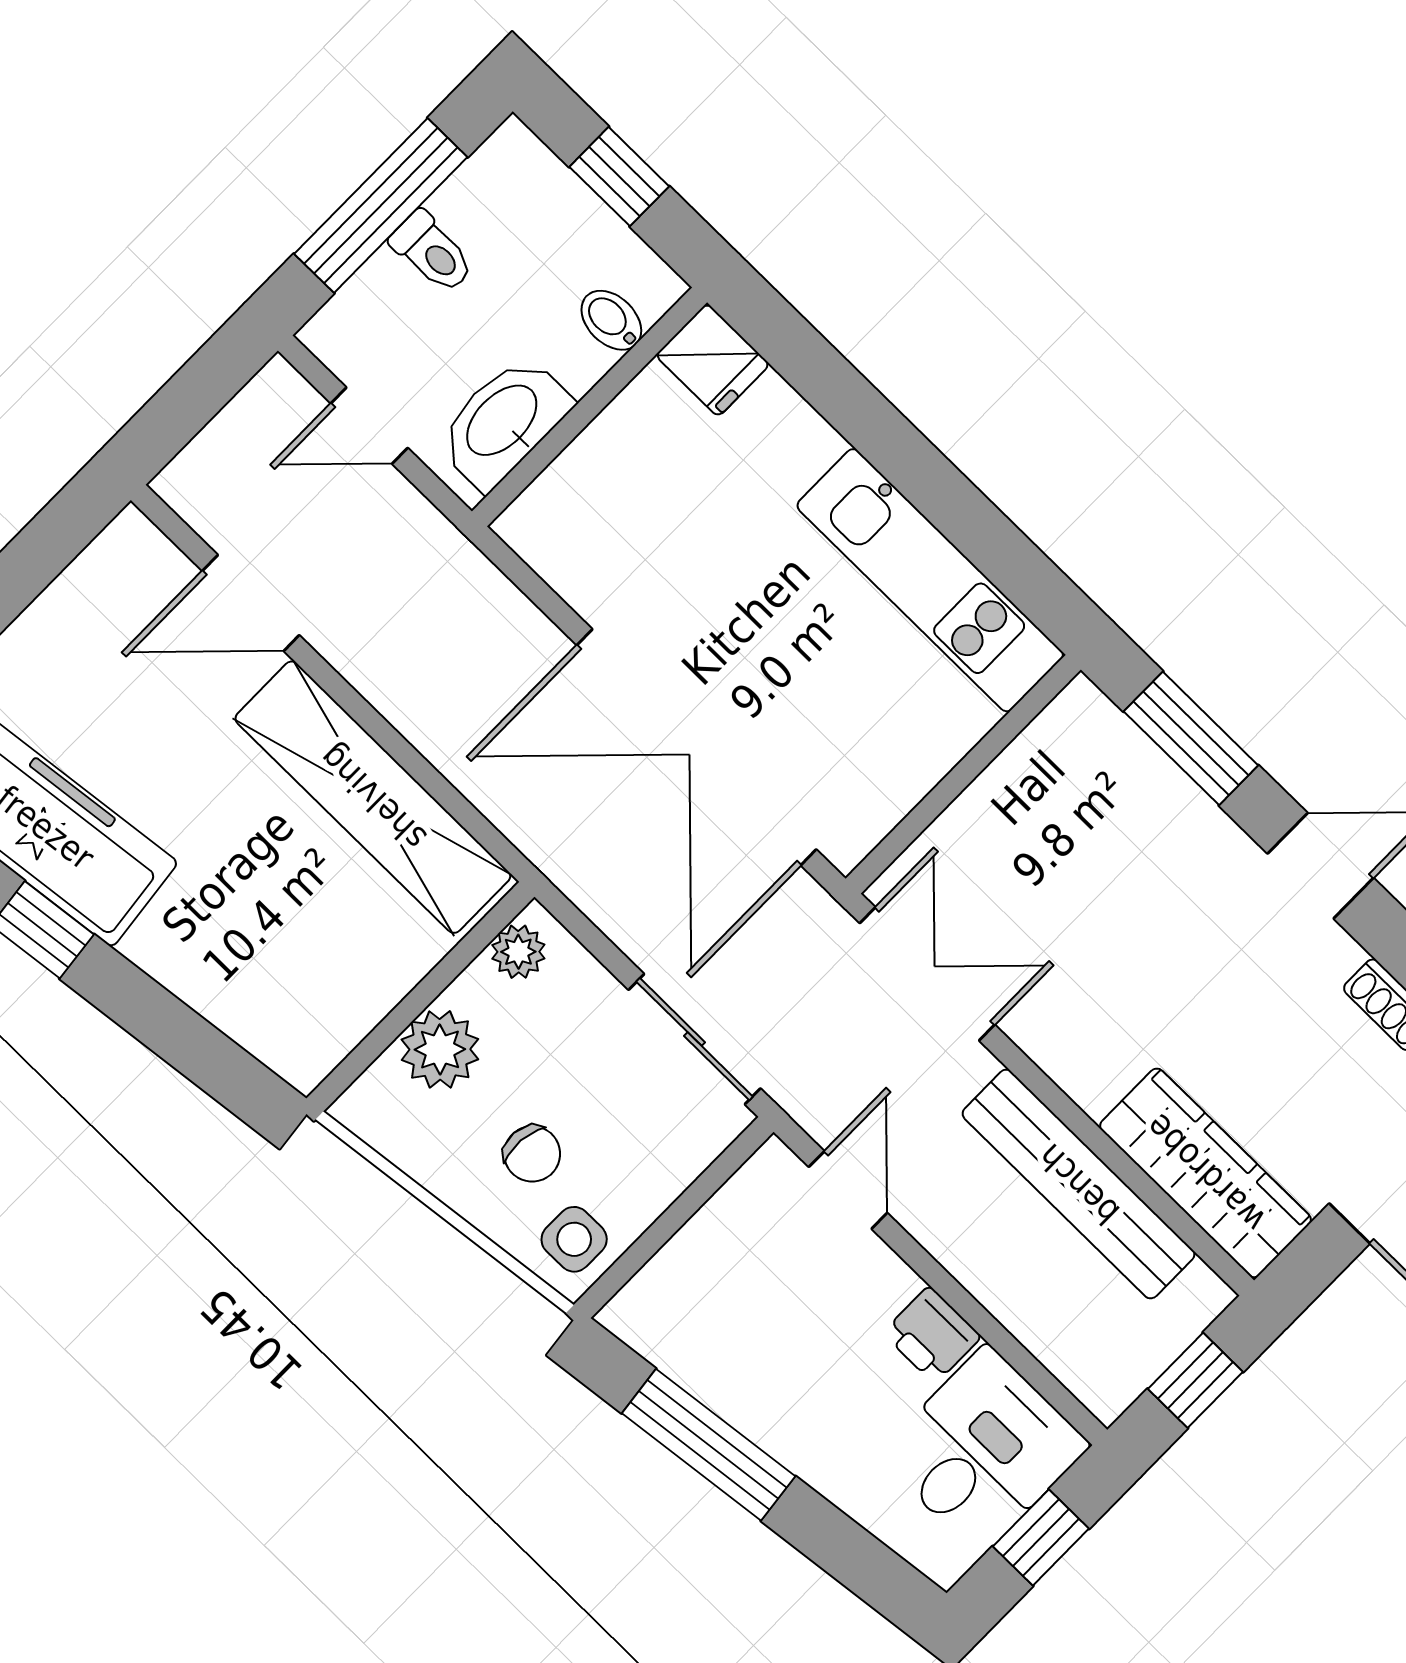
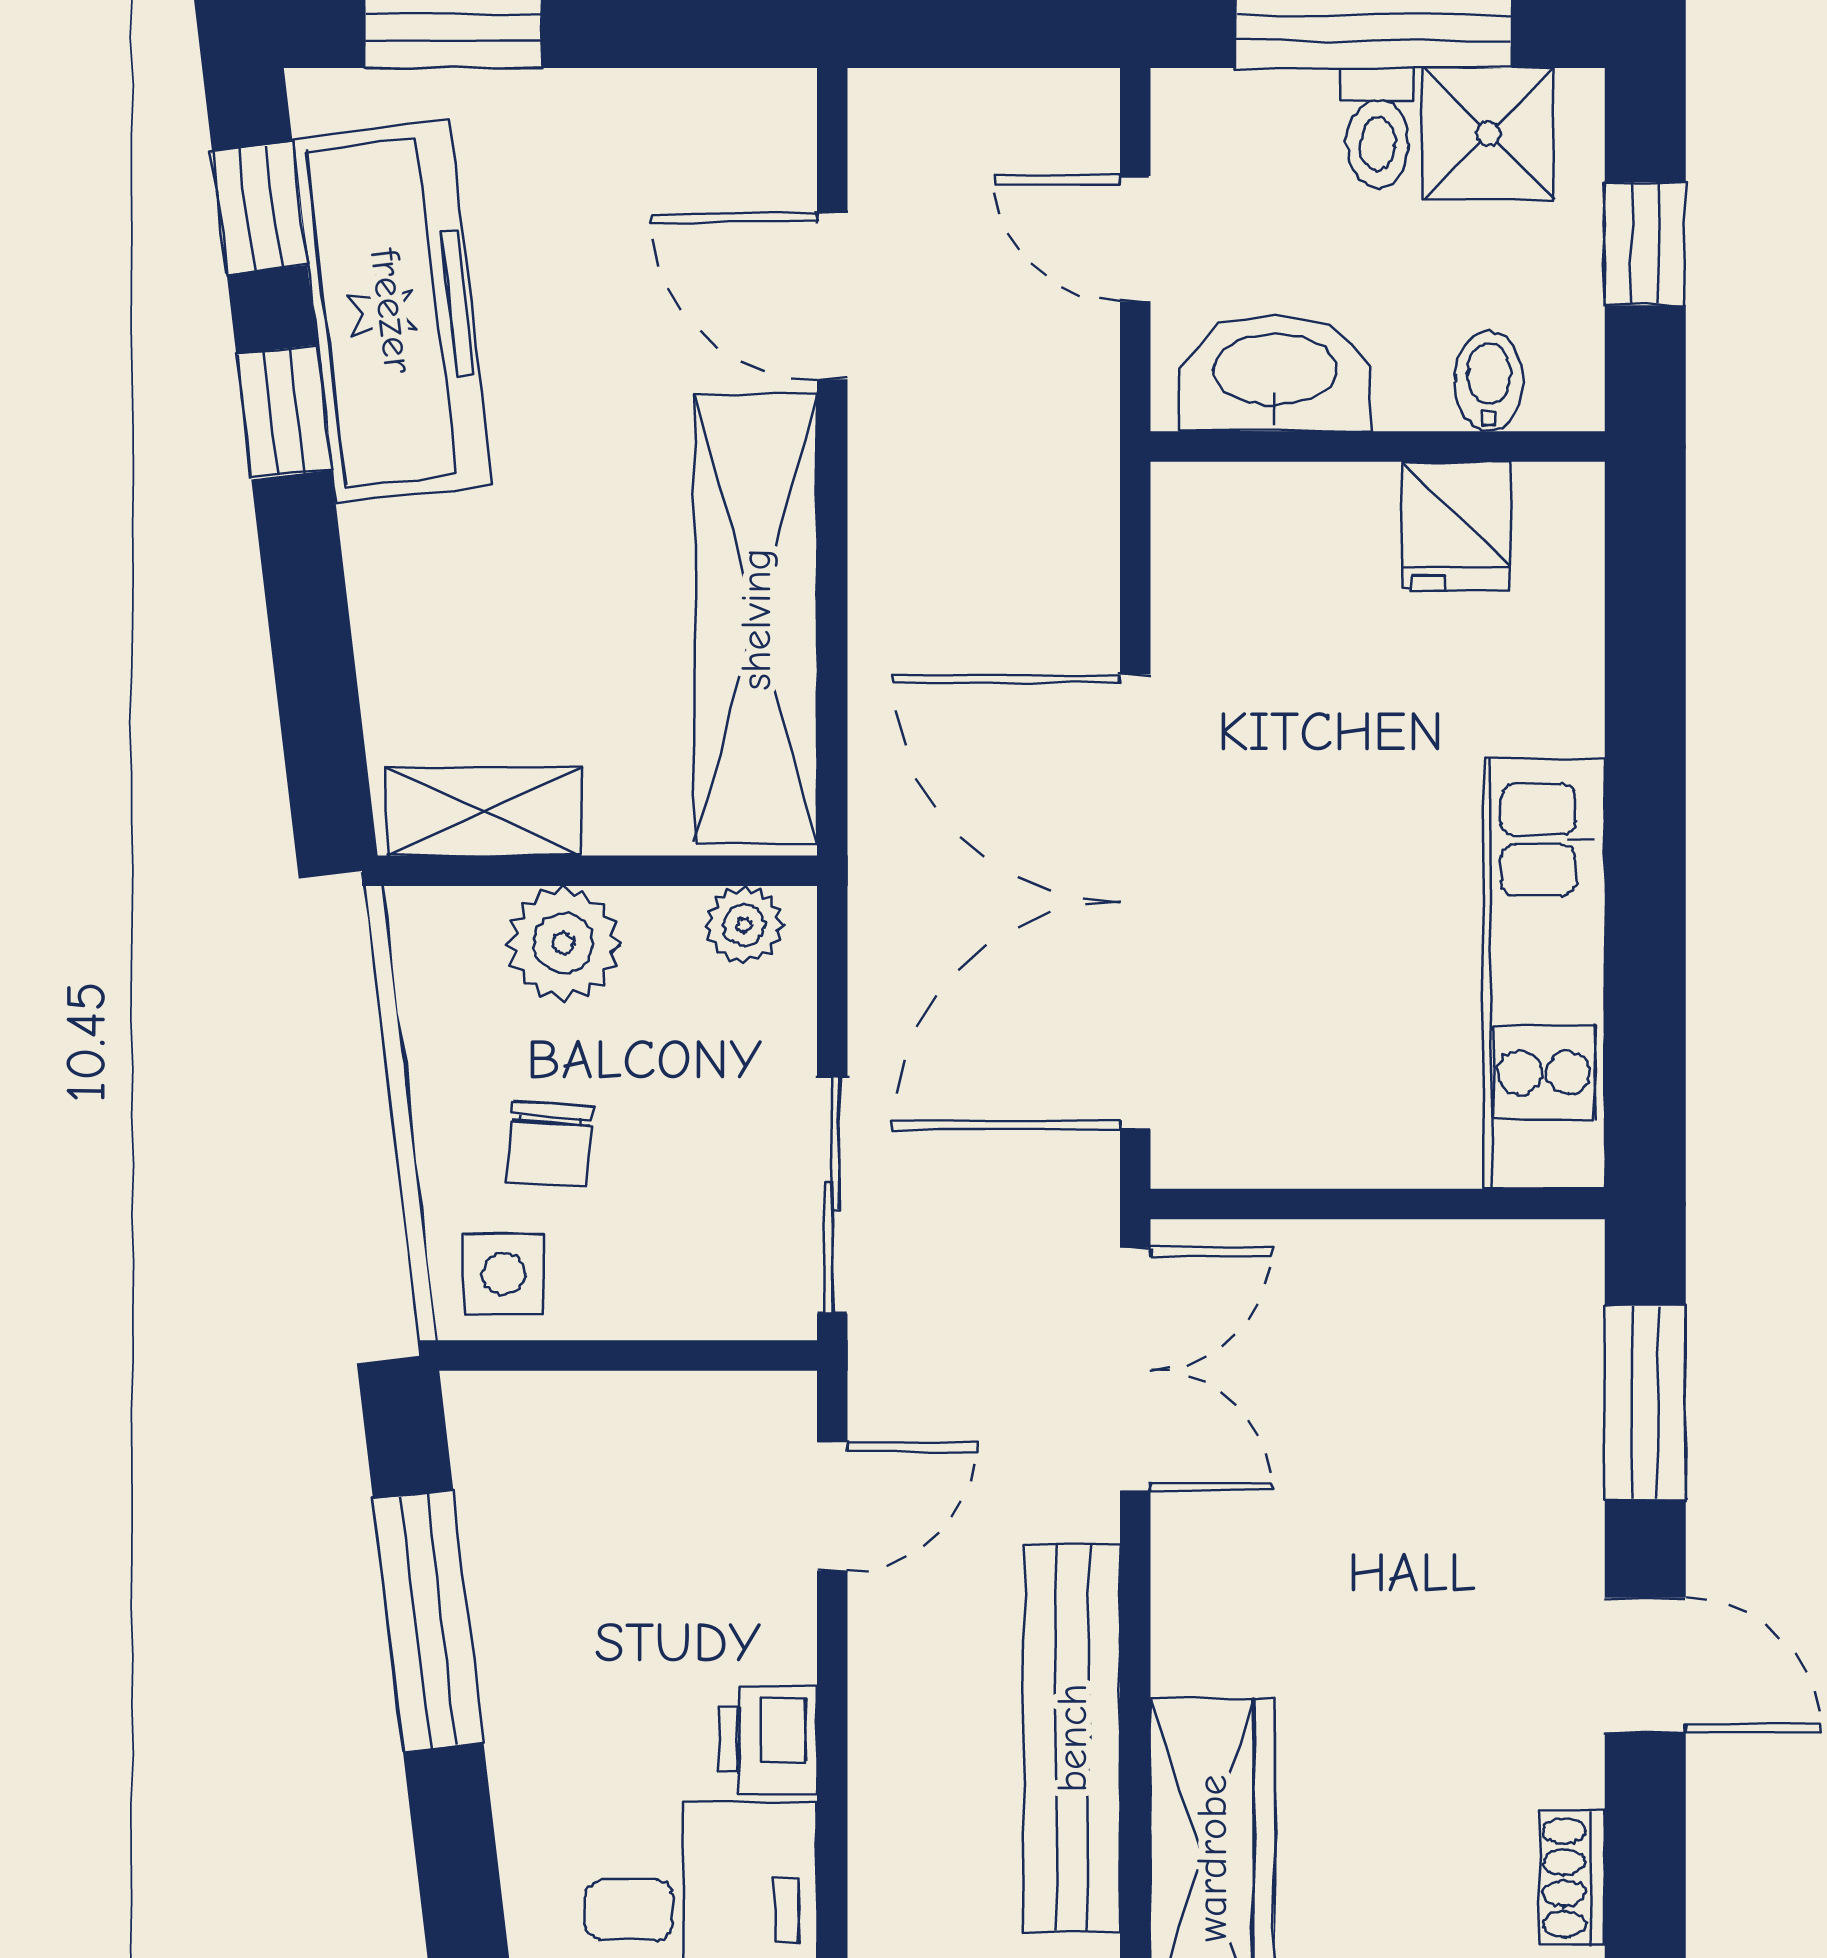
shower: (489, 200) -> (1488, 133), added
fridge: (713, 360) -> (1456, 526), moved
shelving: (336, 1025) -> (484, 811), added

